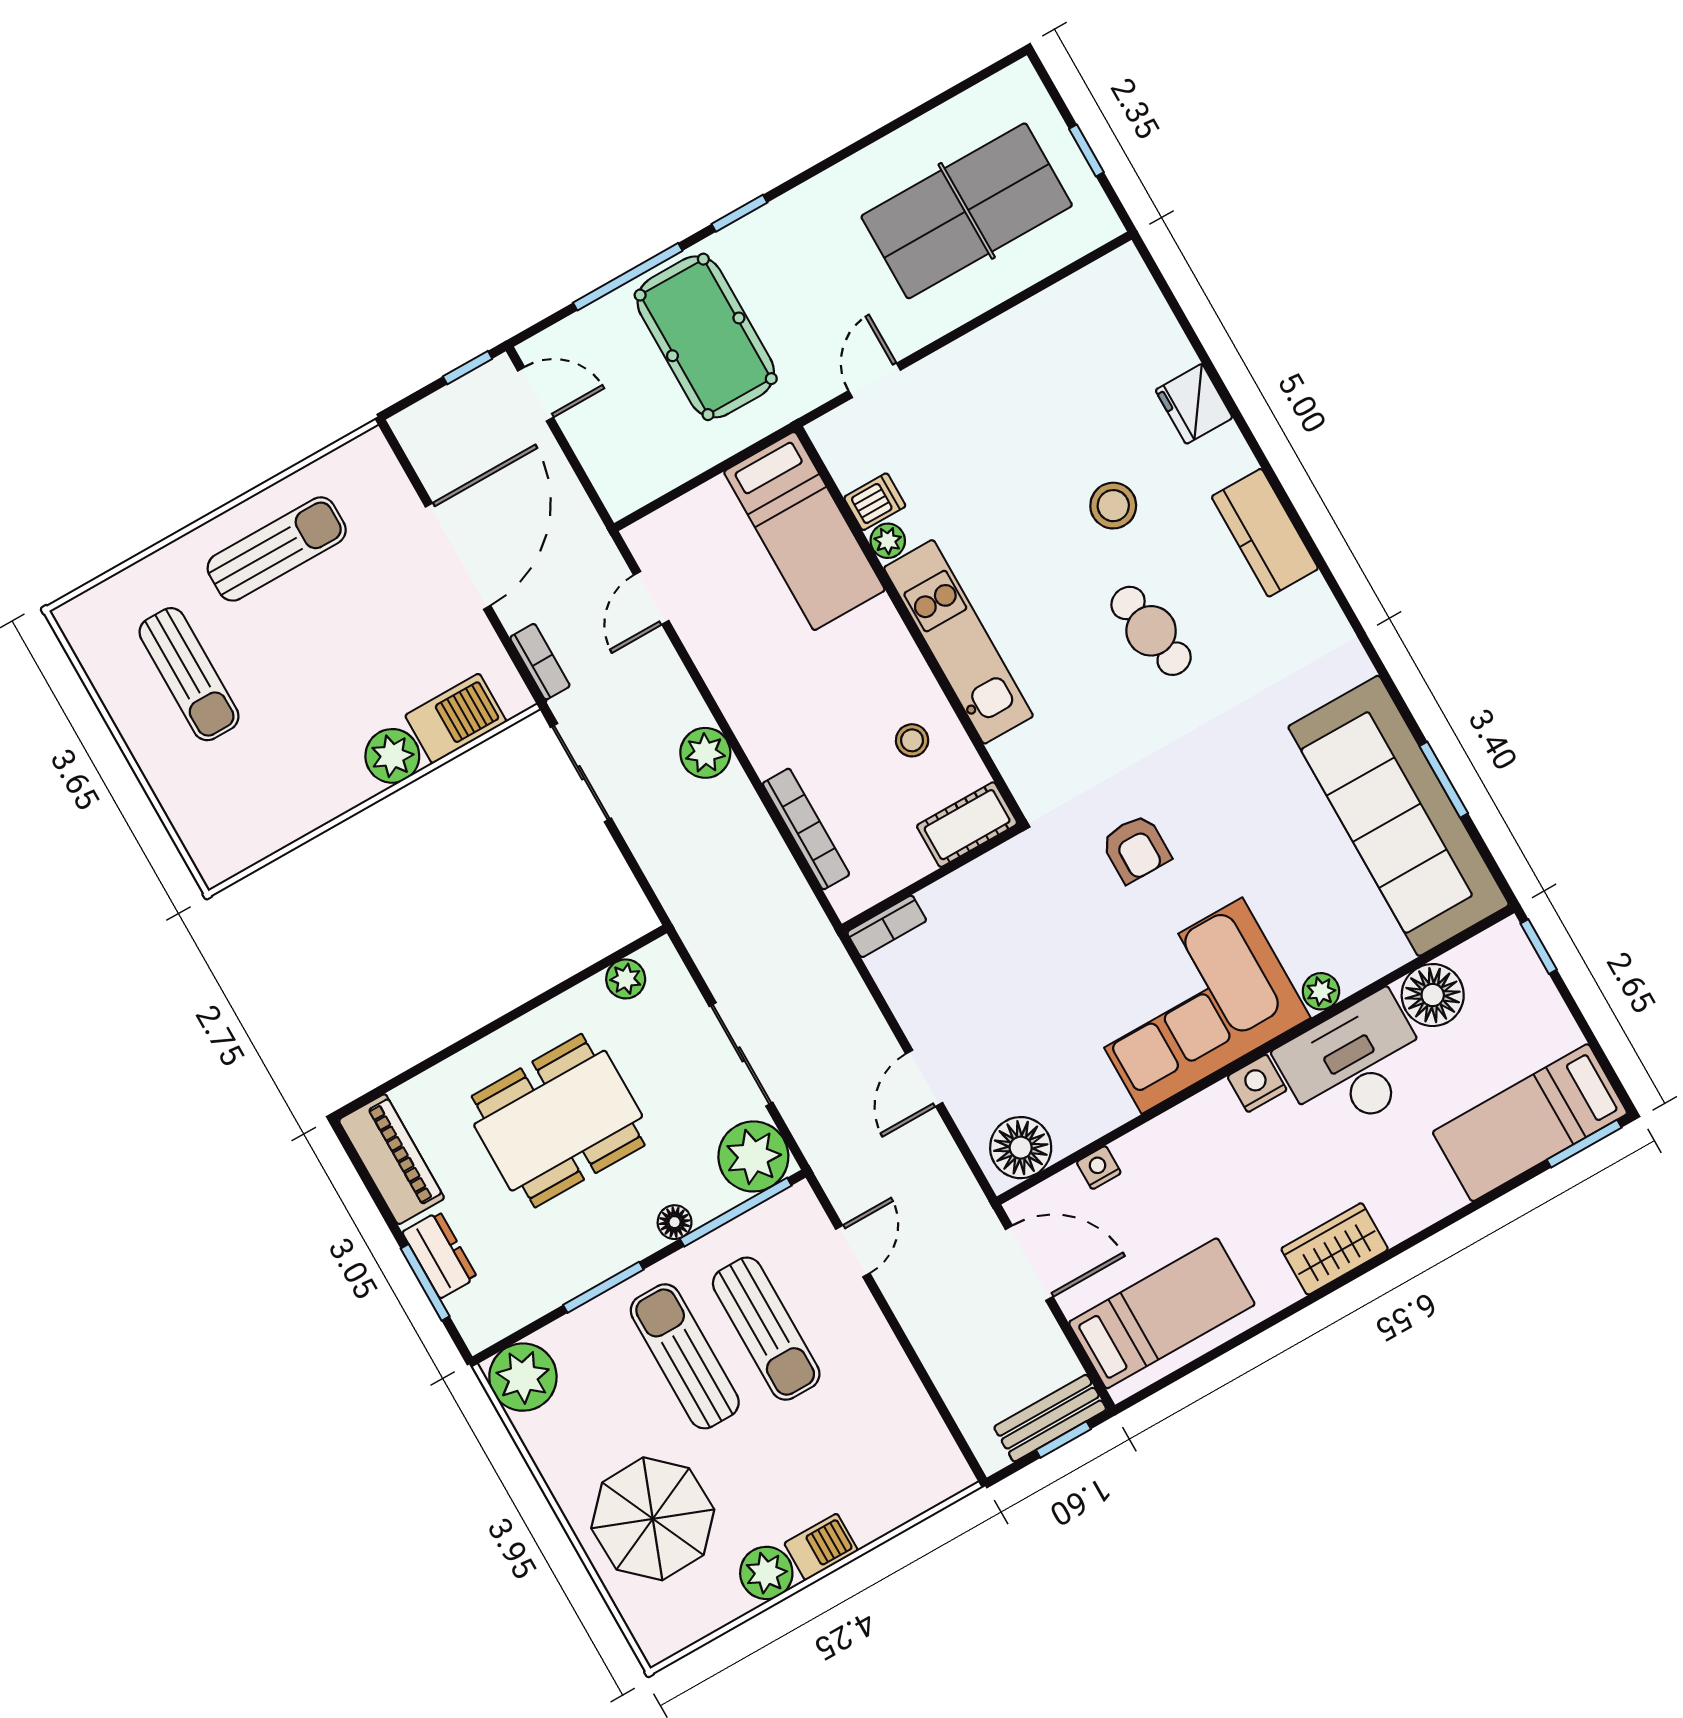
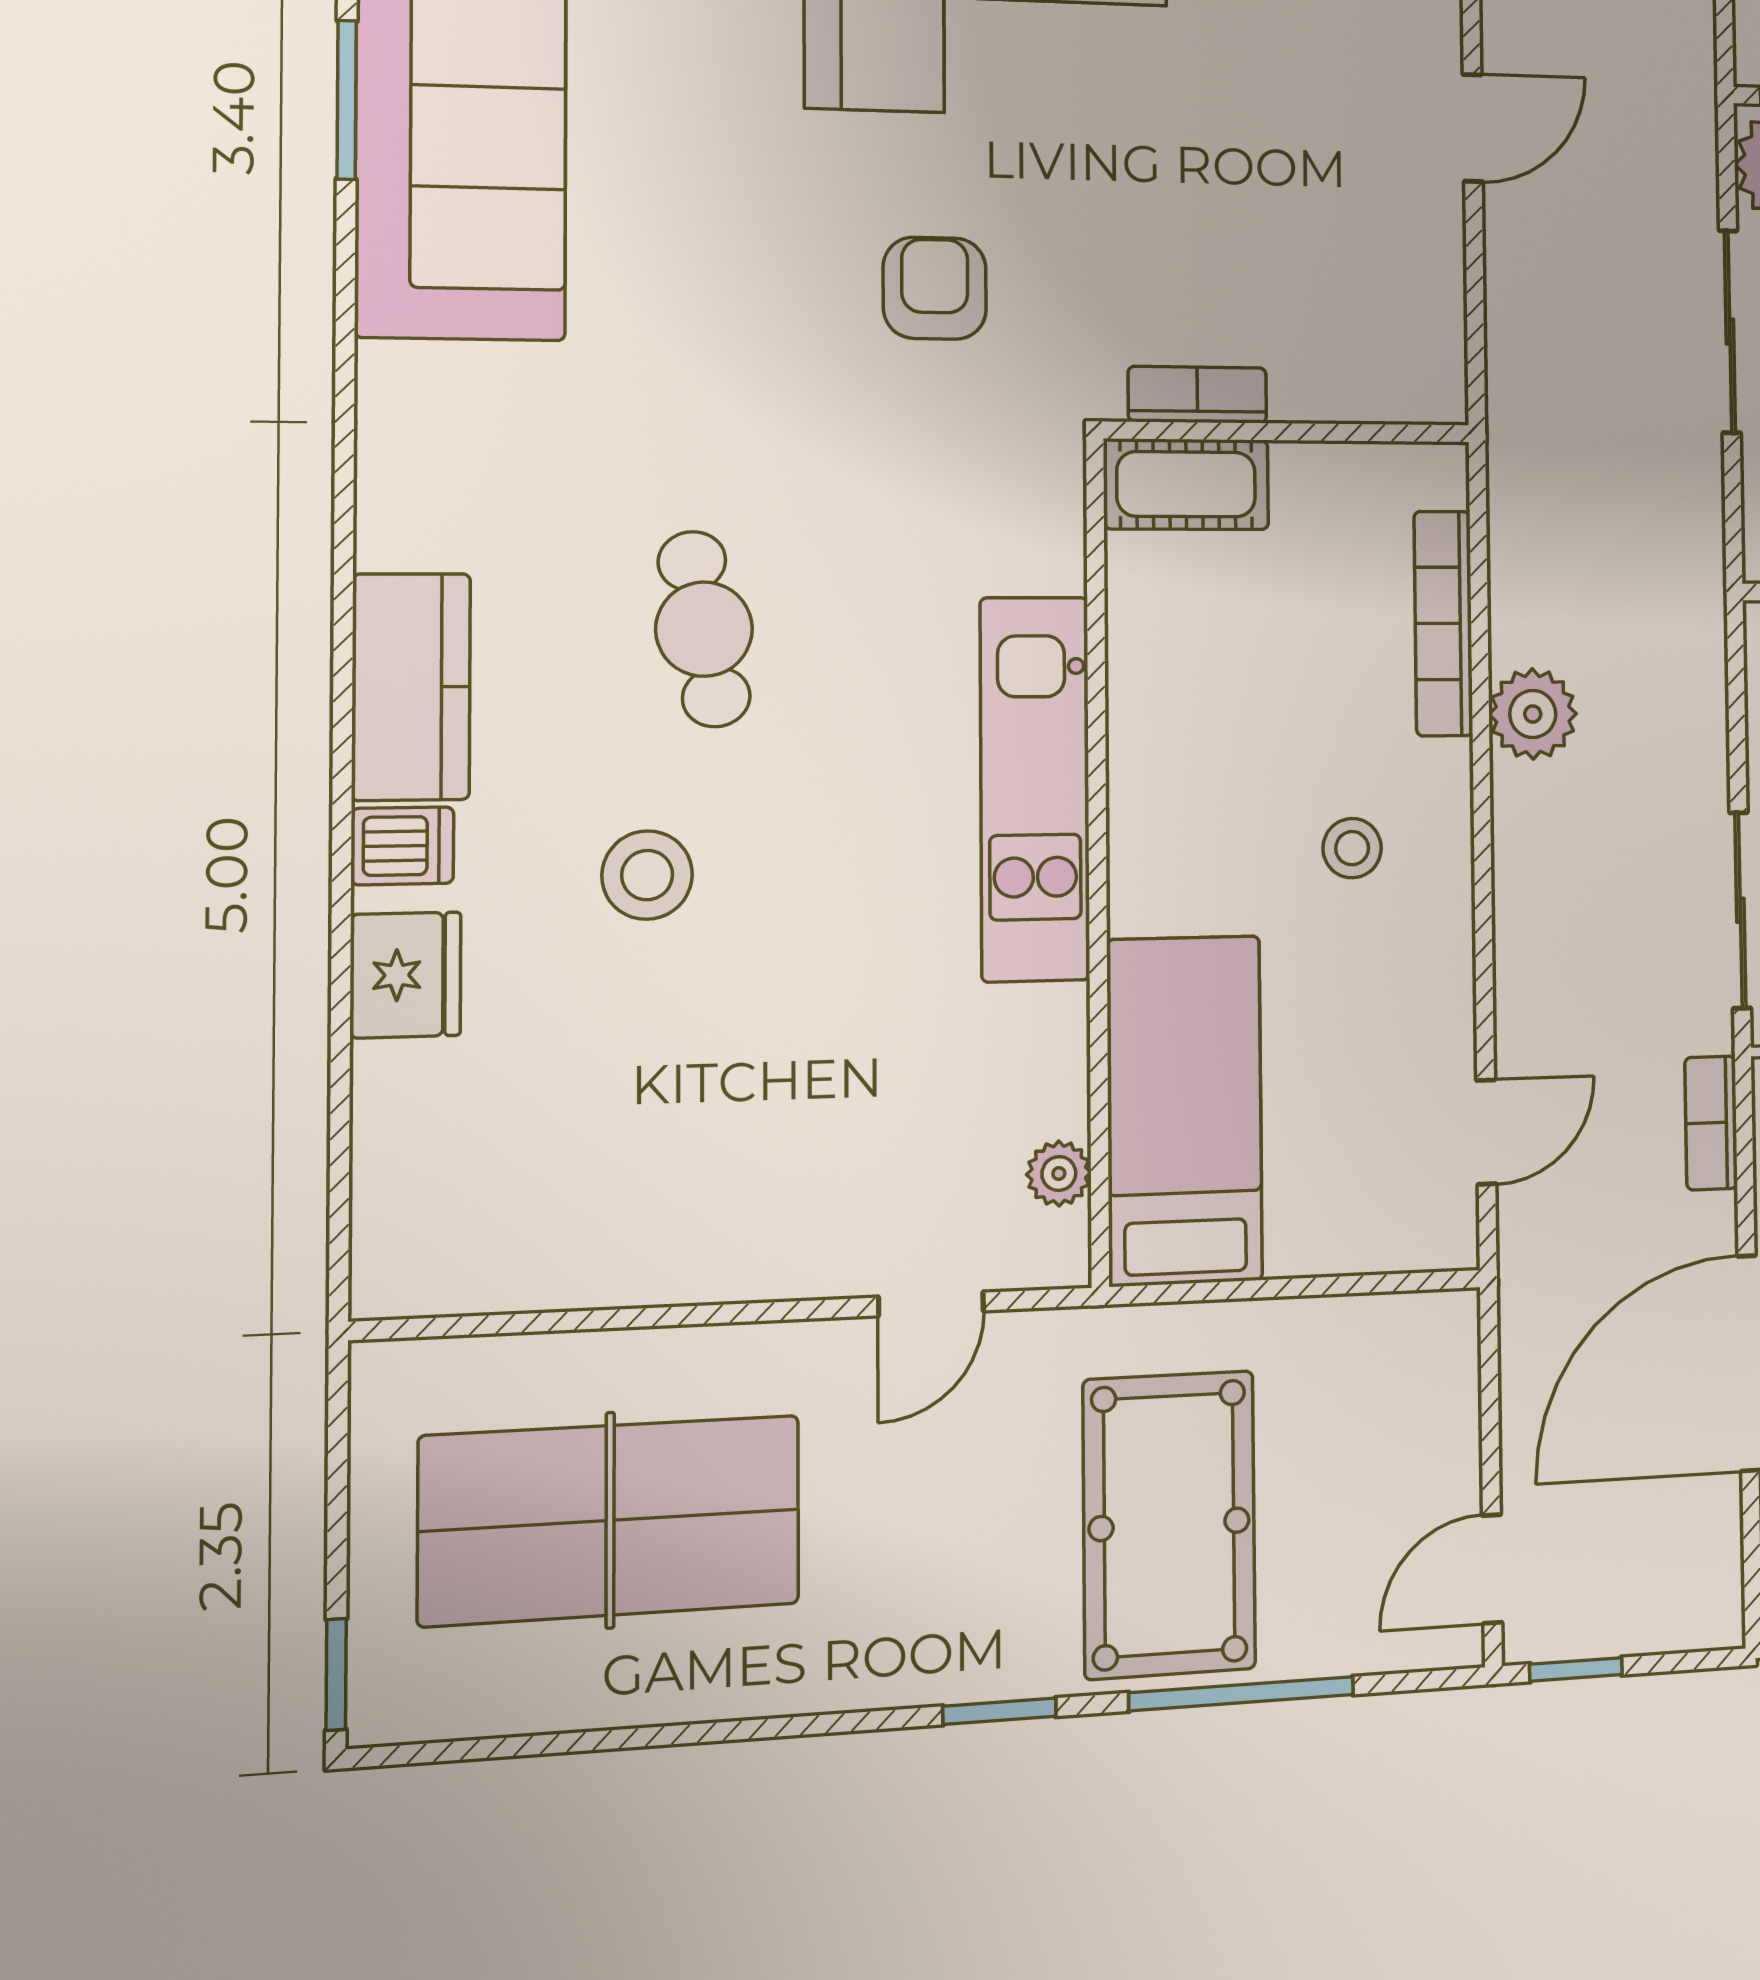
window: (1086, 151) -> (336, 1674), moved
door: (536, 394) -> (1492, 1569), hinge flipped
dishwasher: (875, 502) -> (402, 846), moved, turned 180
plant: (888, 541) -> (1059, 1174), moved
stool: (912, 740) -> (1352, 848), moved
plant: (705, 753) -> (1533, 714), moved
bookcase: (887, 926) -> (1197, 395), moved

